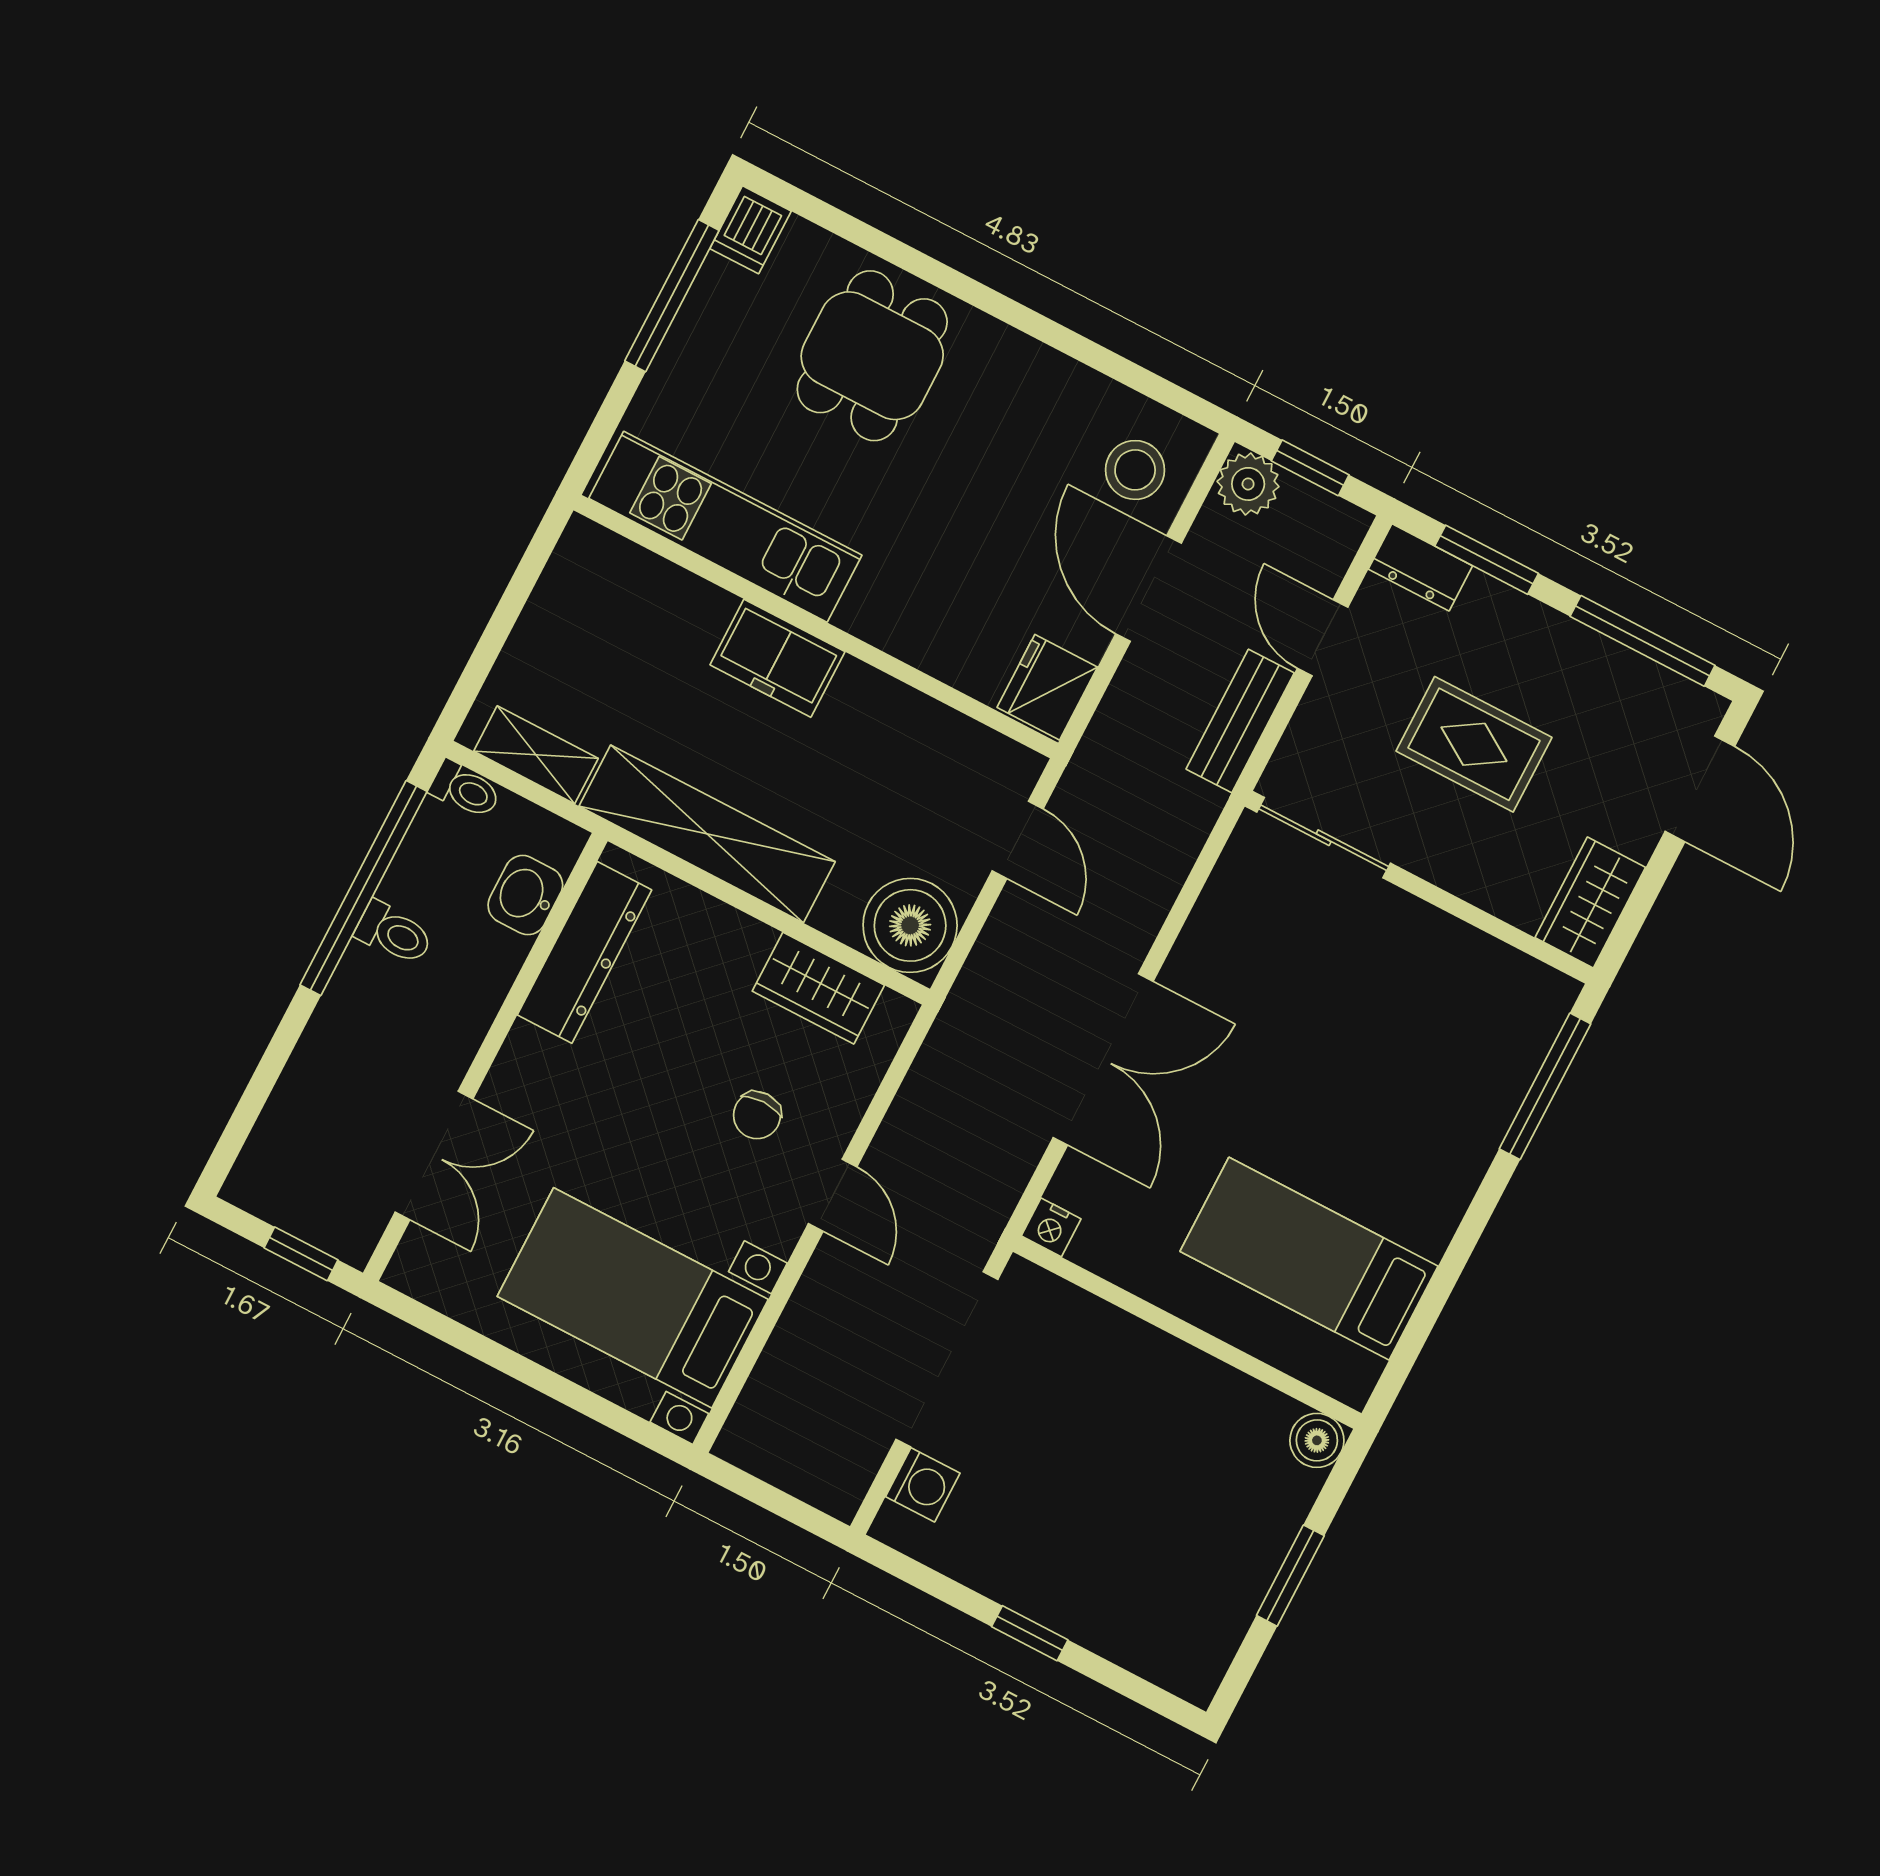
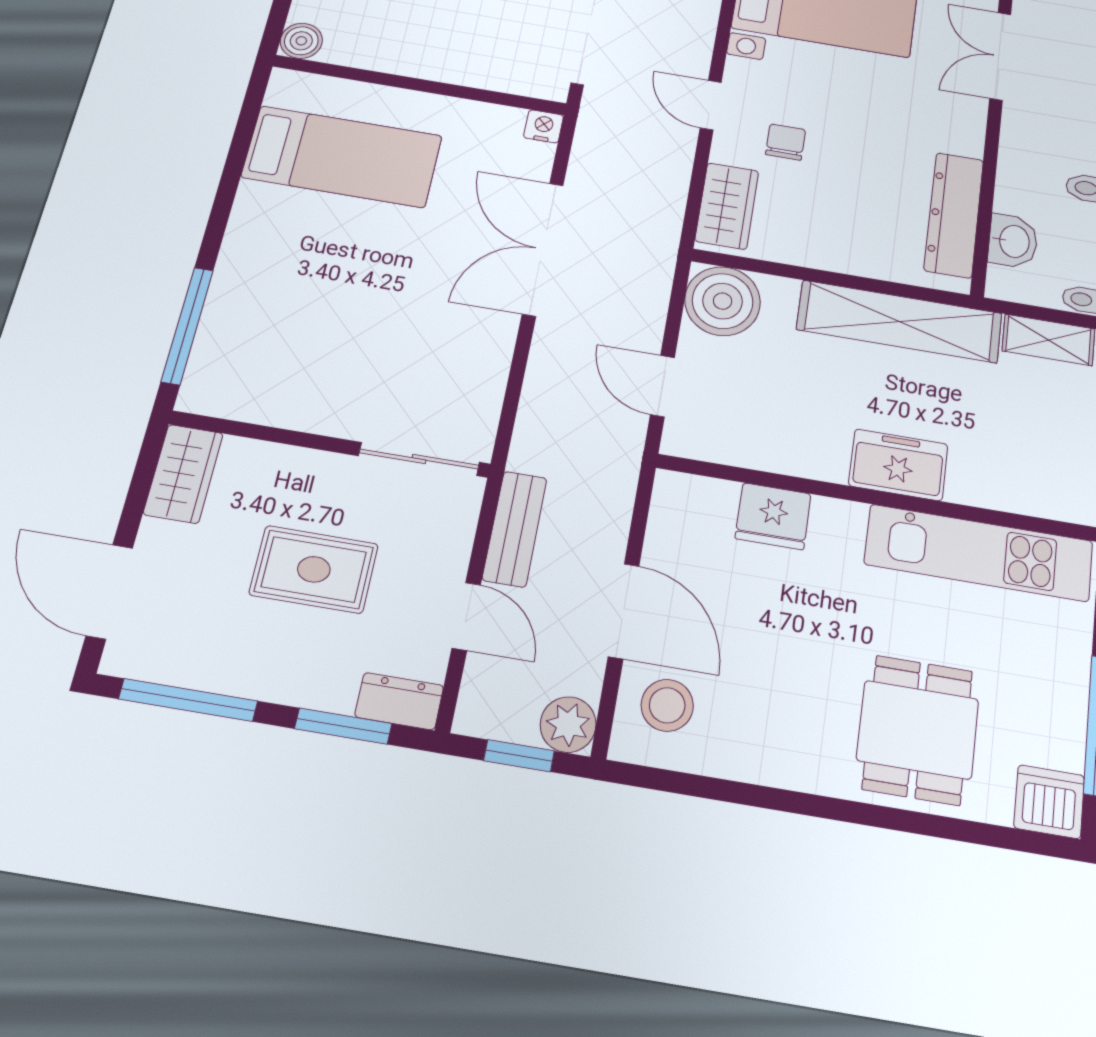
dishwasher: (751, 230) -> (1049, 802), width x1.38
fridge: (1047, 687) -> (773, 516), moved, turned 90
wardrobe: (818, 988) -> (727, 206), moved, turned 90

